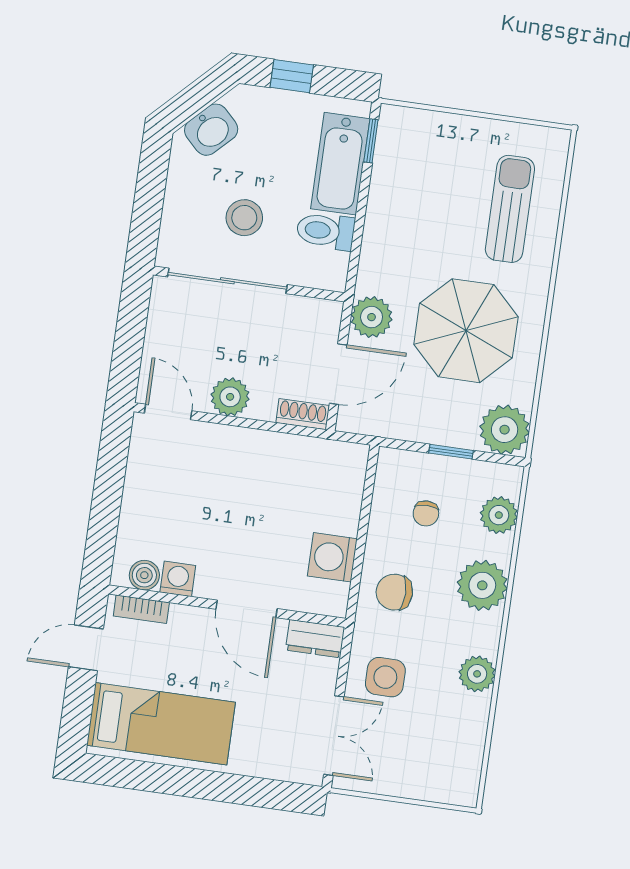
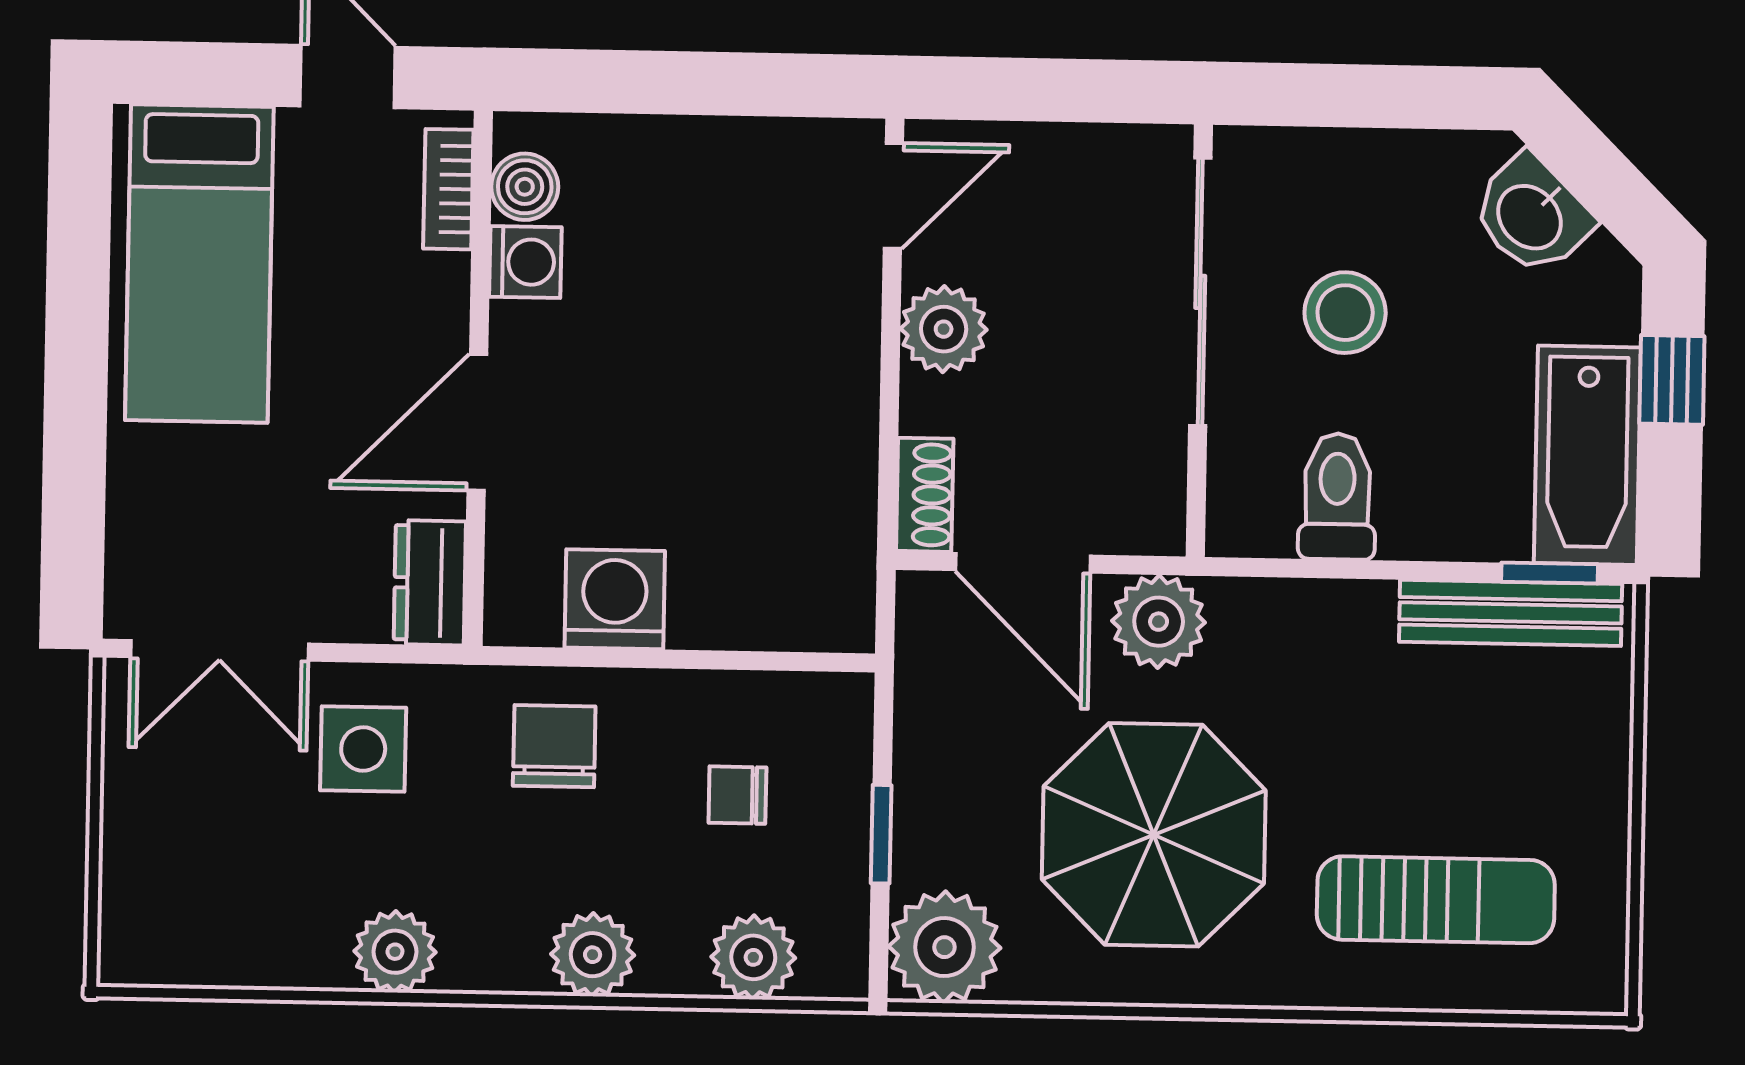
bench: (387, 160) -> (1511, 613), added
bathtub: (340, 164) -> (1587, 455), moved, turned -90
plant: (482, 585) -> (593, 955), width x0.73, depth x0.73

